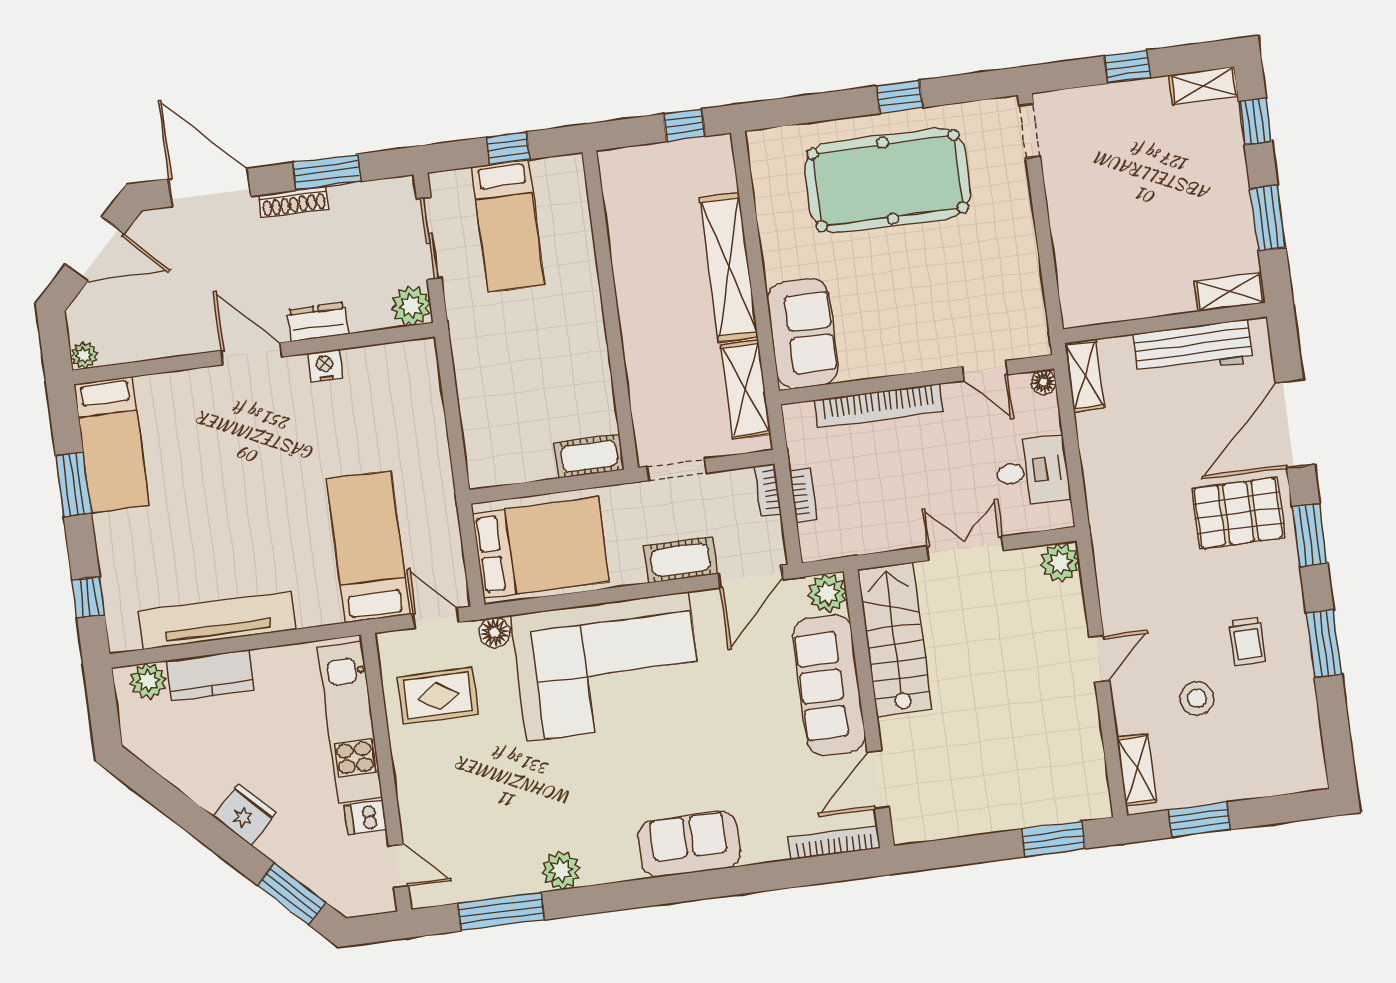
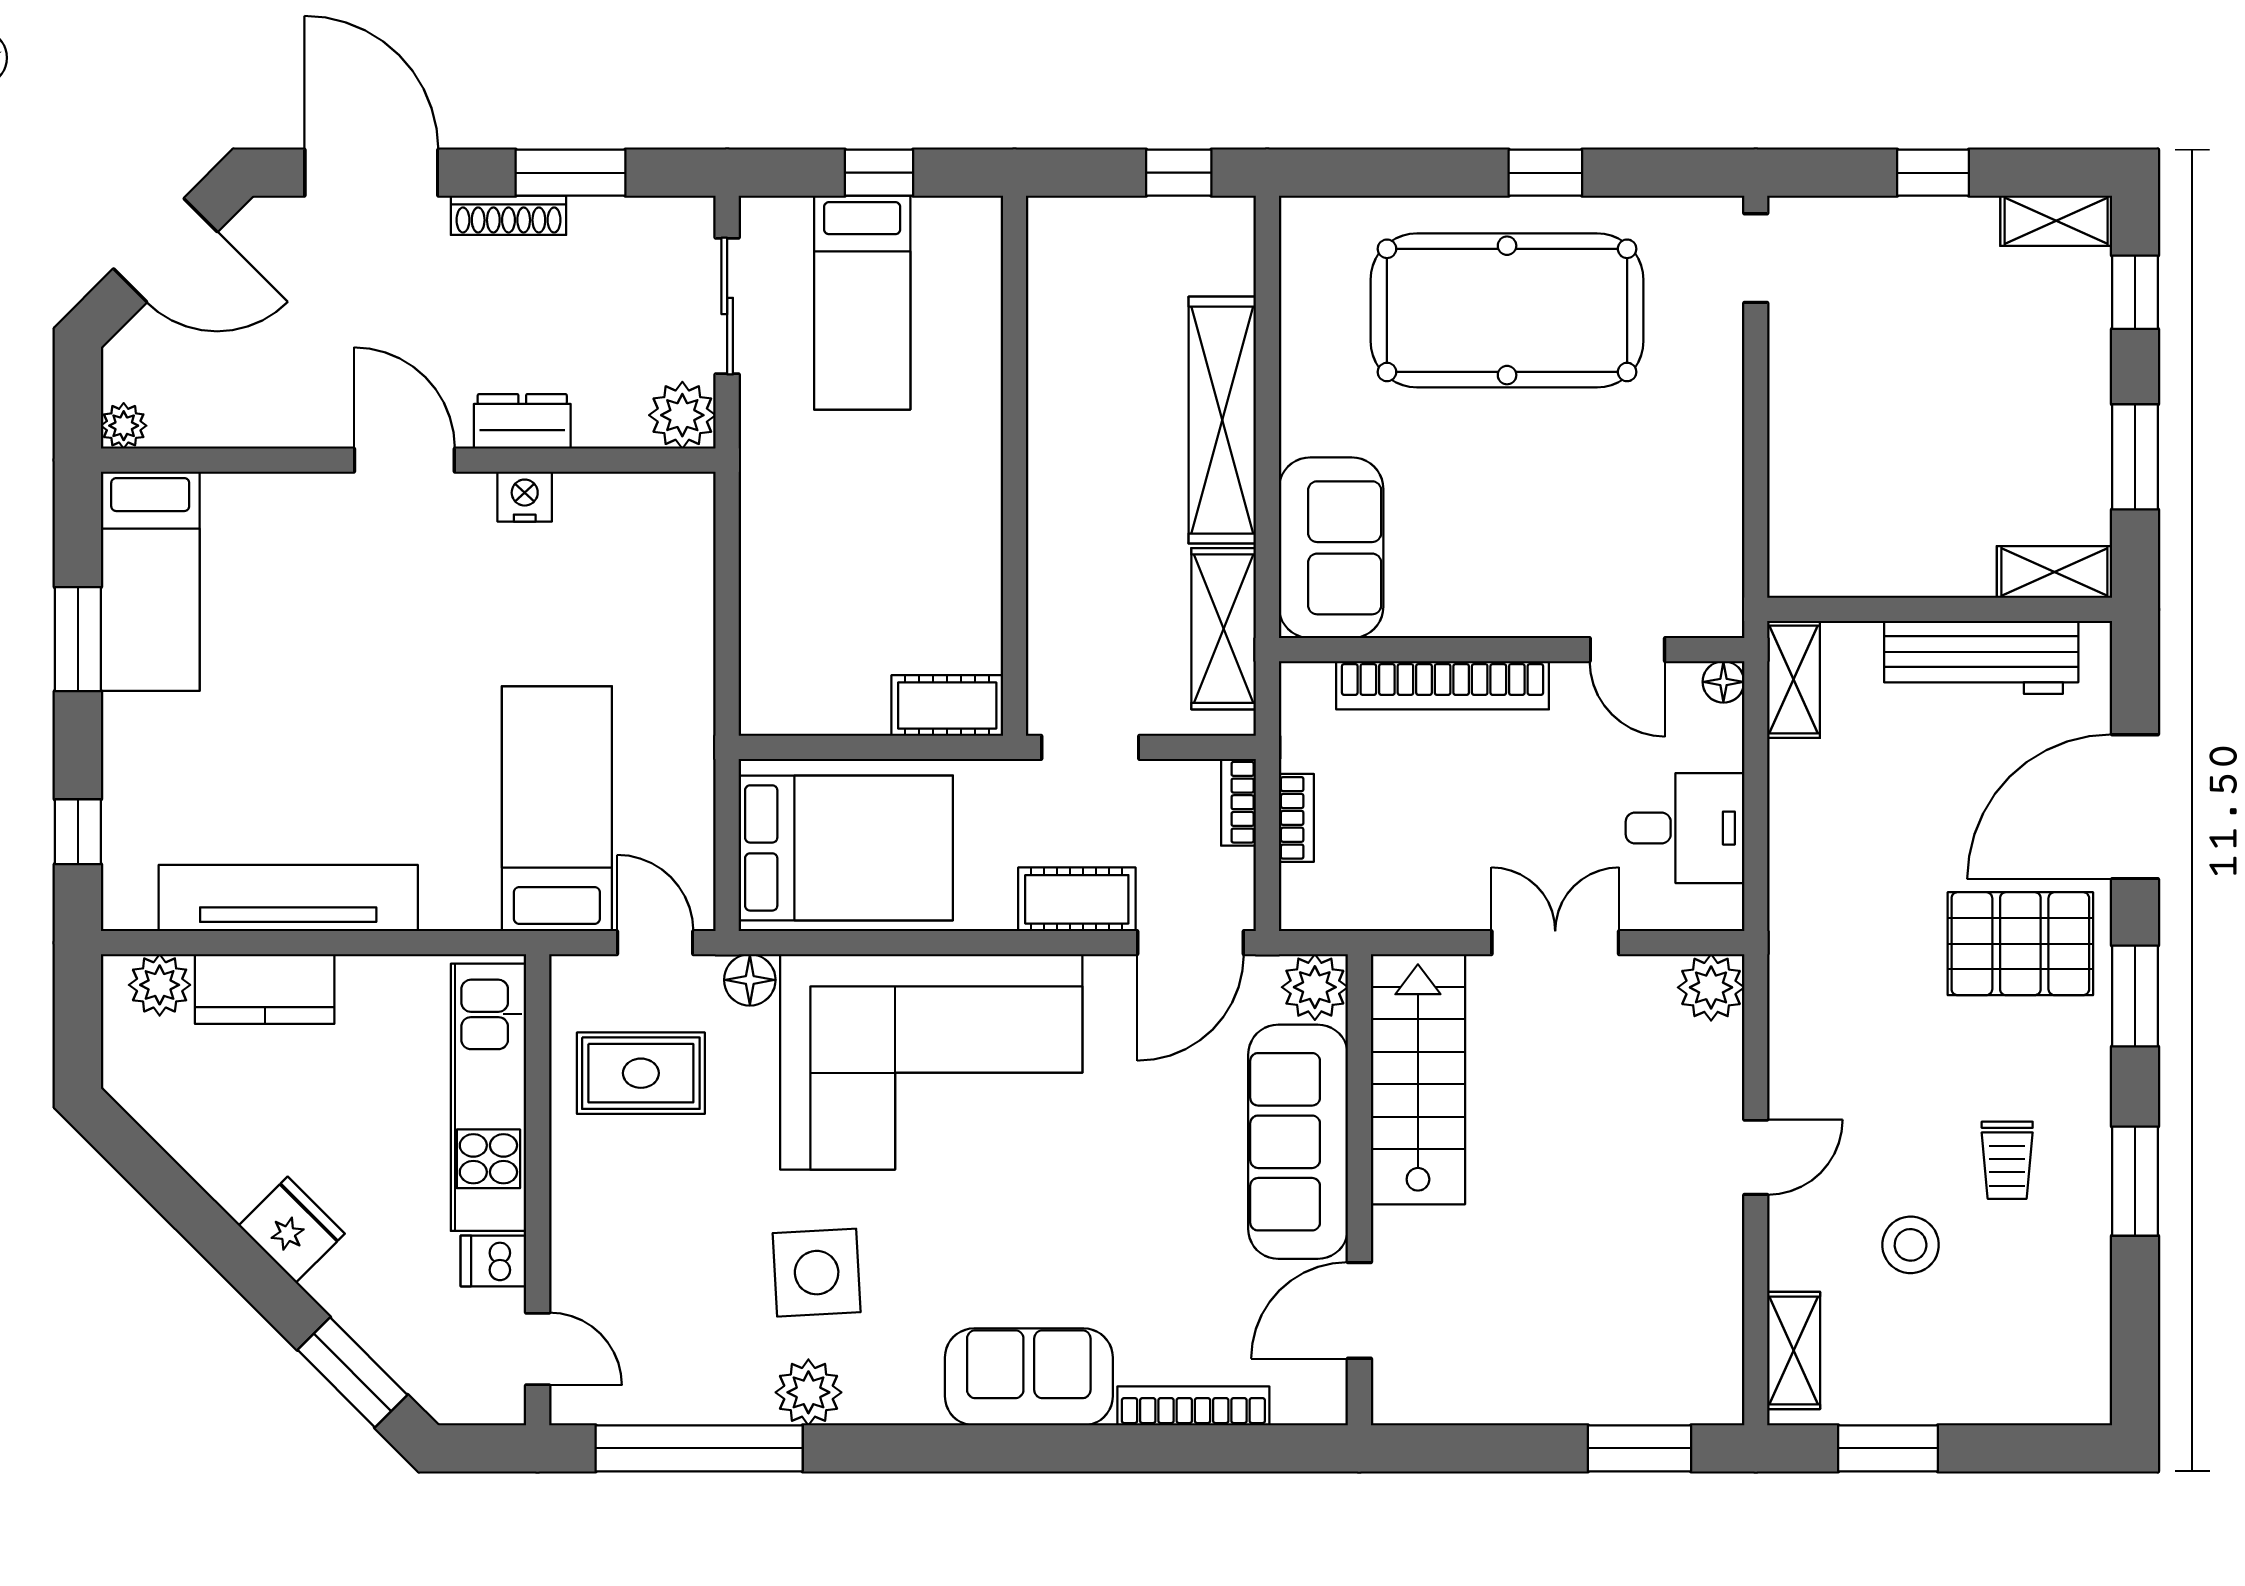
side table: (556, 799) -> (817, 1273), added
bookcase: (834, 842) -> (1193, 1406), moved
window: (501, 912) -> (699, 1448), width x1.46

